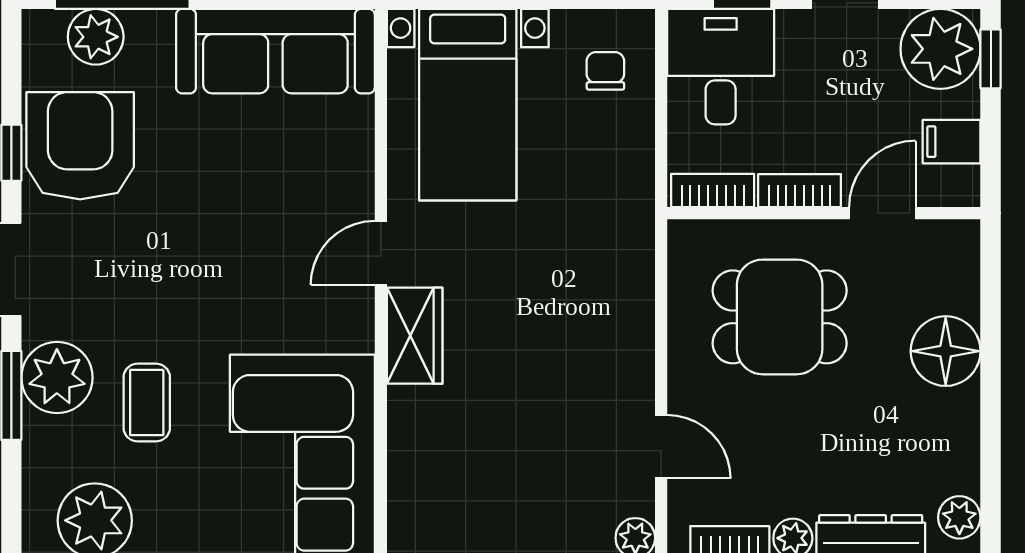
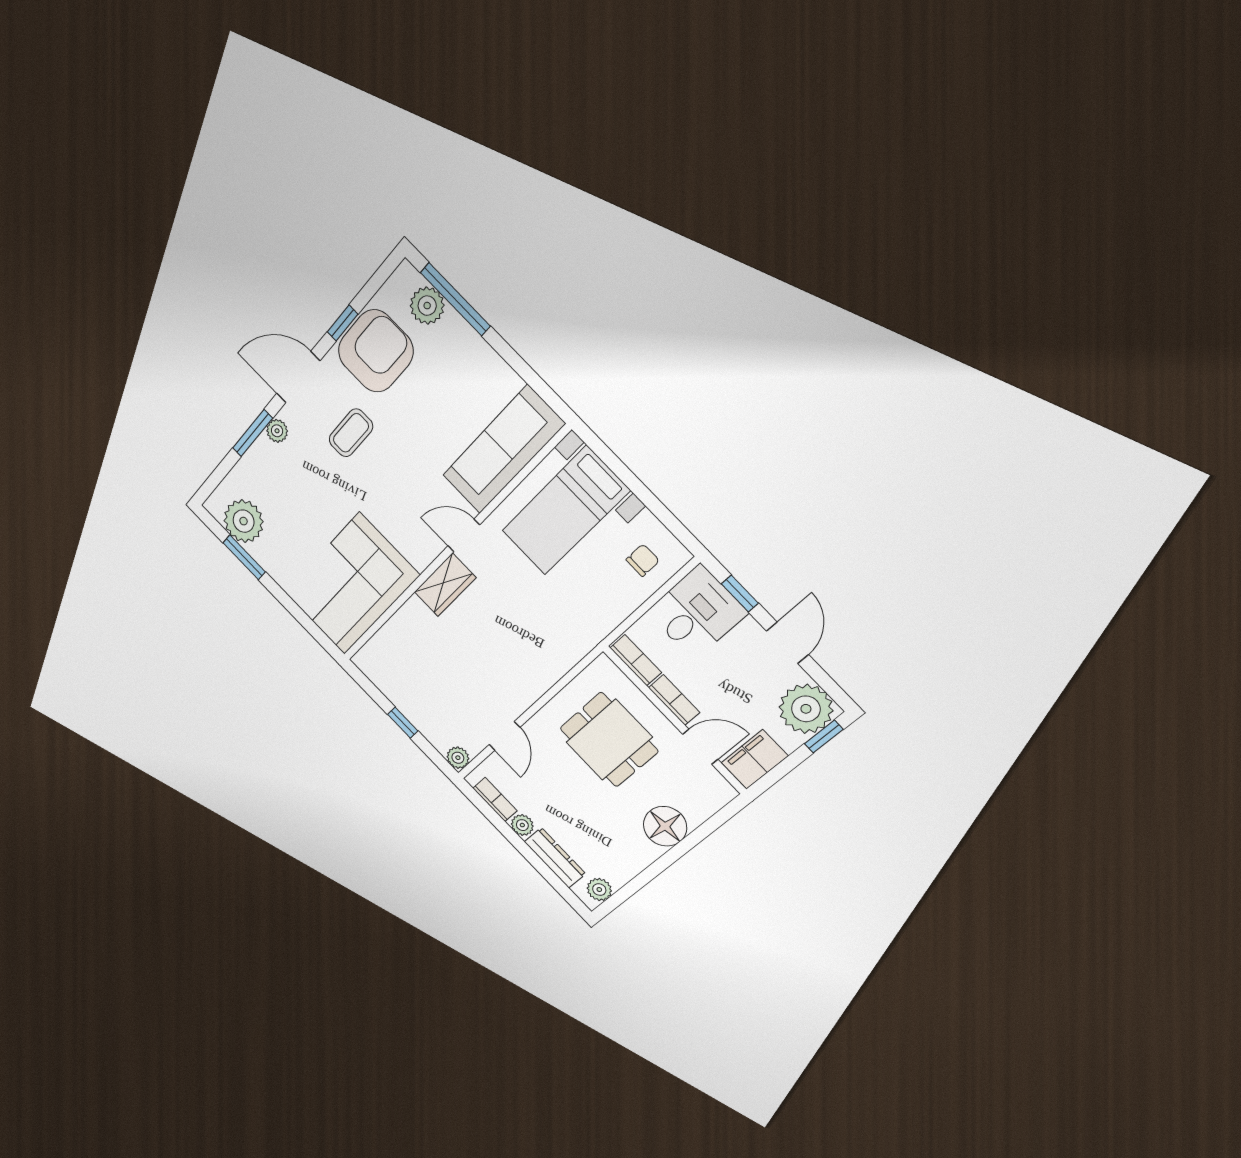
sofa: (275, 51) -> (503, 450), moved, turned 90
filing cabinet: (952, 142) -> (755, 759), width x2.00
plant: (57, 378) -> (277, 431), width x0.53, depth x0.53
coffee table: (147, 403) -> (351, 433), moved

